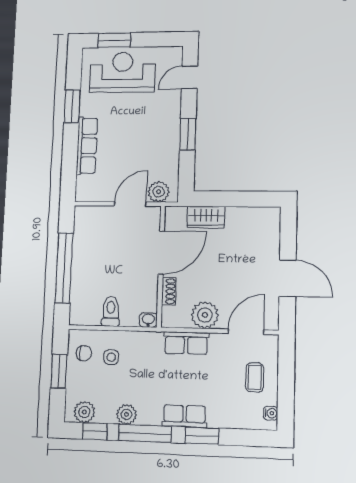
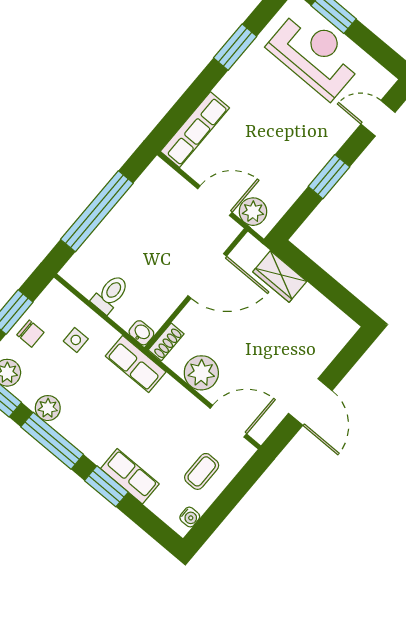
row of seats: (87, 146) -> (195, 130), moved
shoe rack: (169, 291) -> (166, 342), moved
row of seats: (186, 343) -> (136, 364), moved
chair: (84, 353) -> (30, 334), moved
row of seats: (184, 416) -> (130, 476), moved

